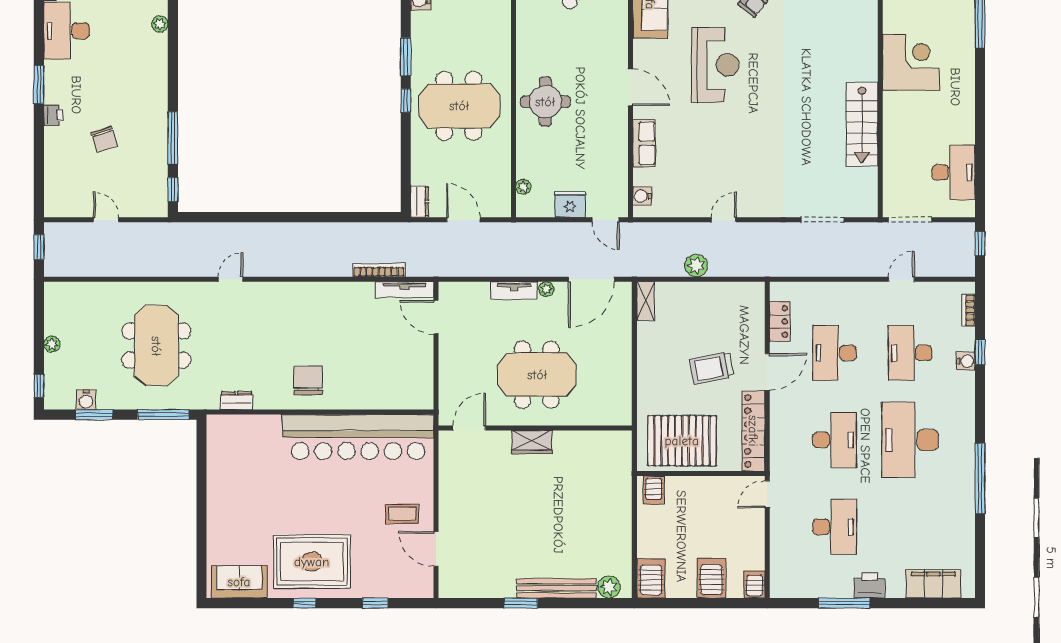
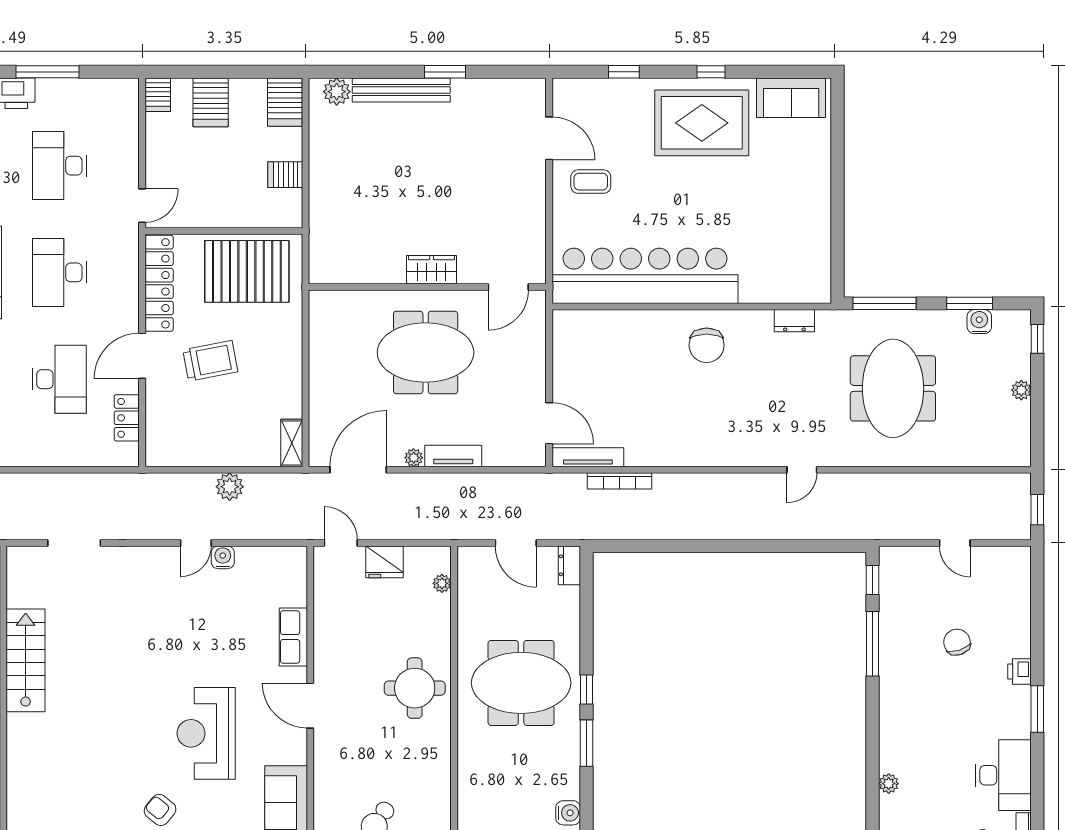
water cooler: (642, 196) -> (223, 557), moved, turned -90
server rack: (654, 490) -> (285, 175), moved, turned -90

